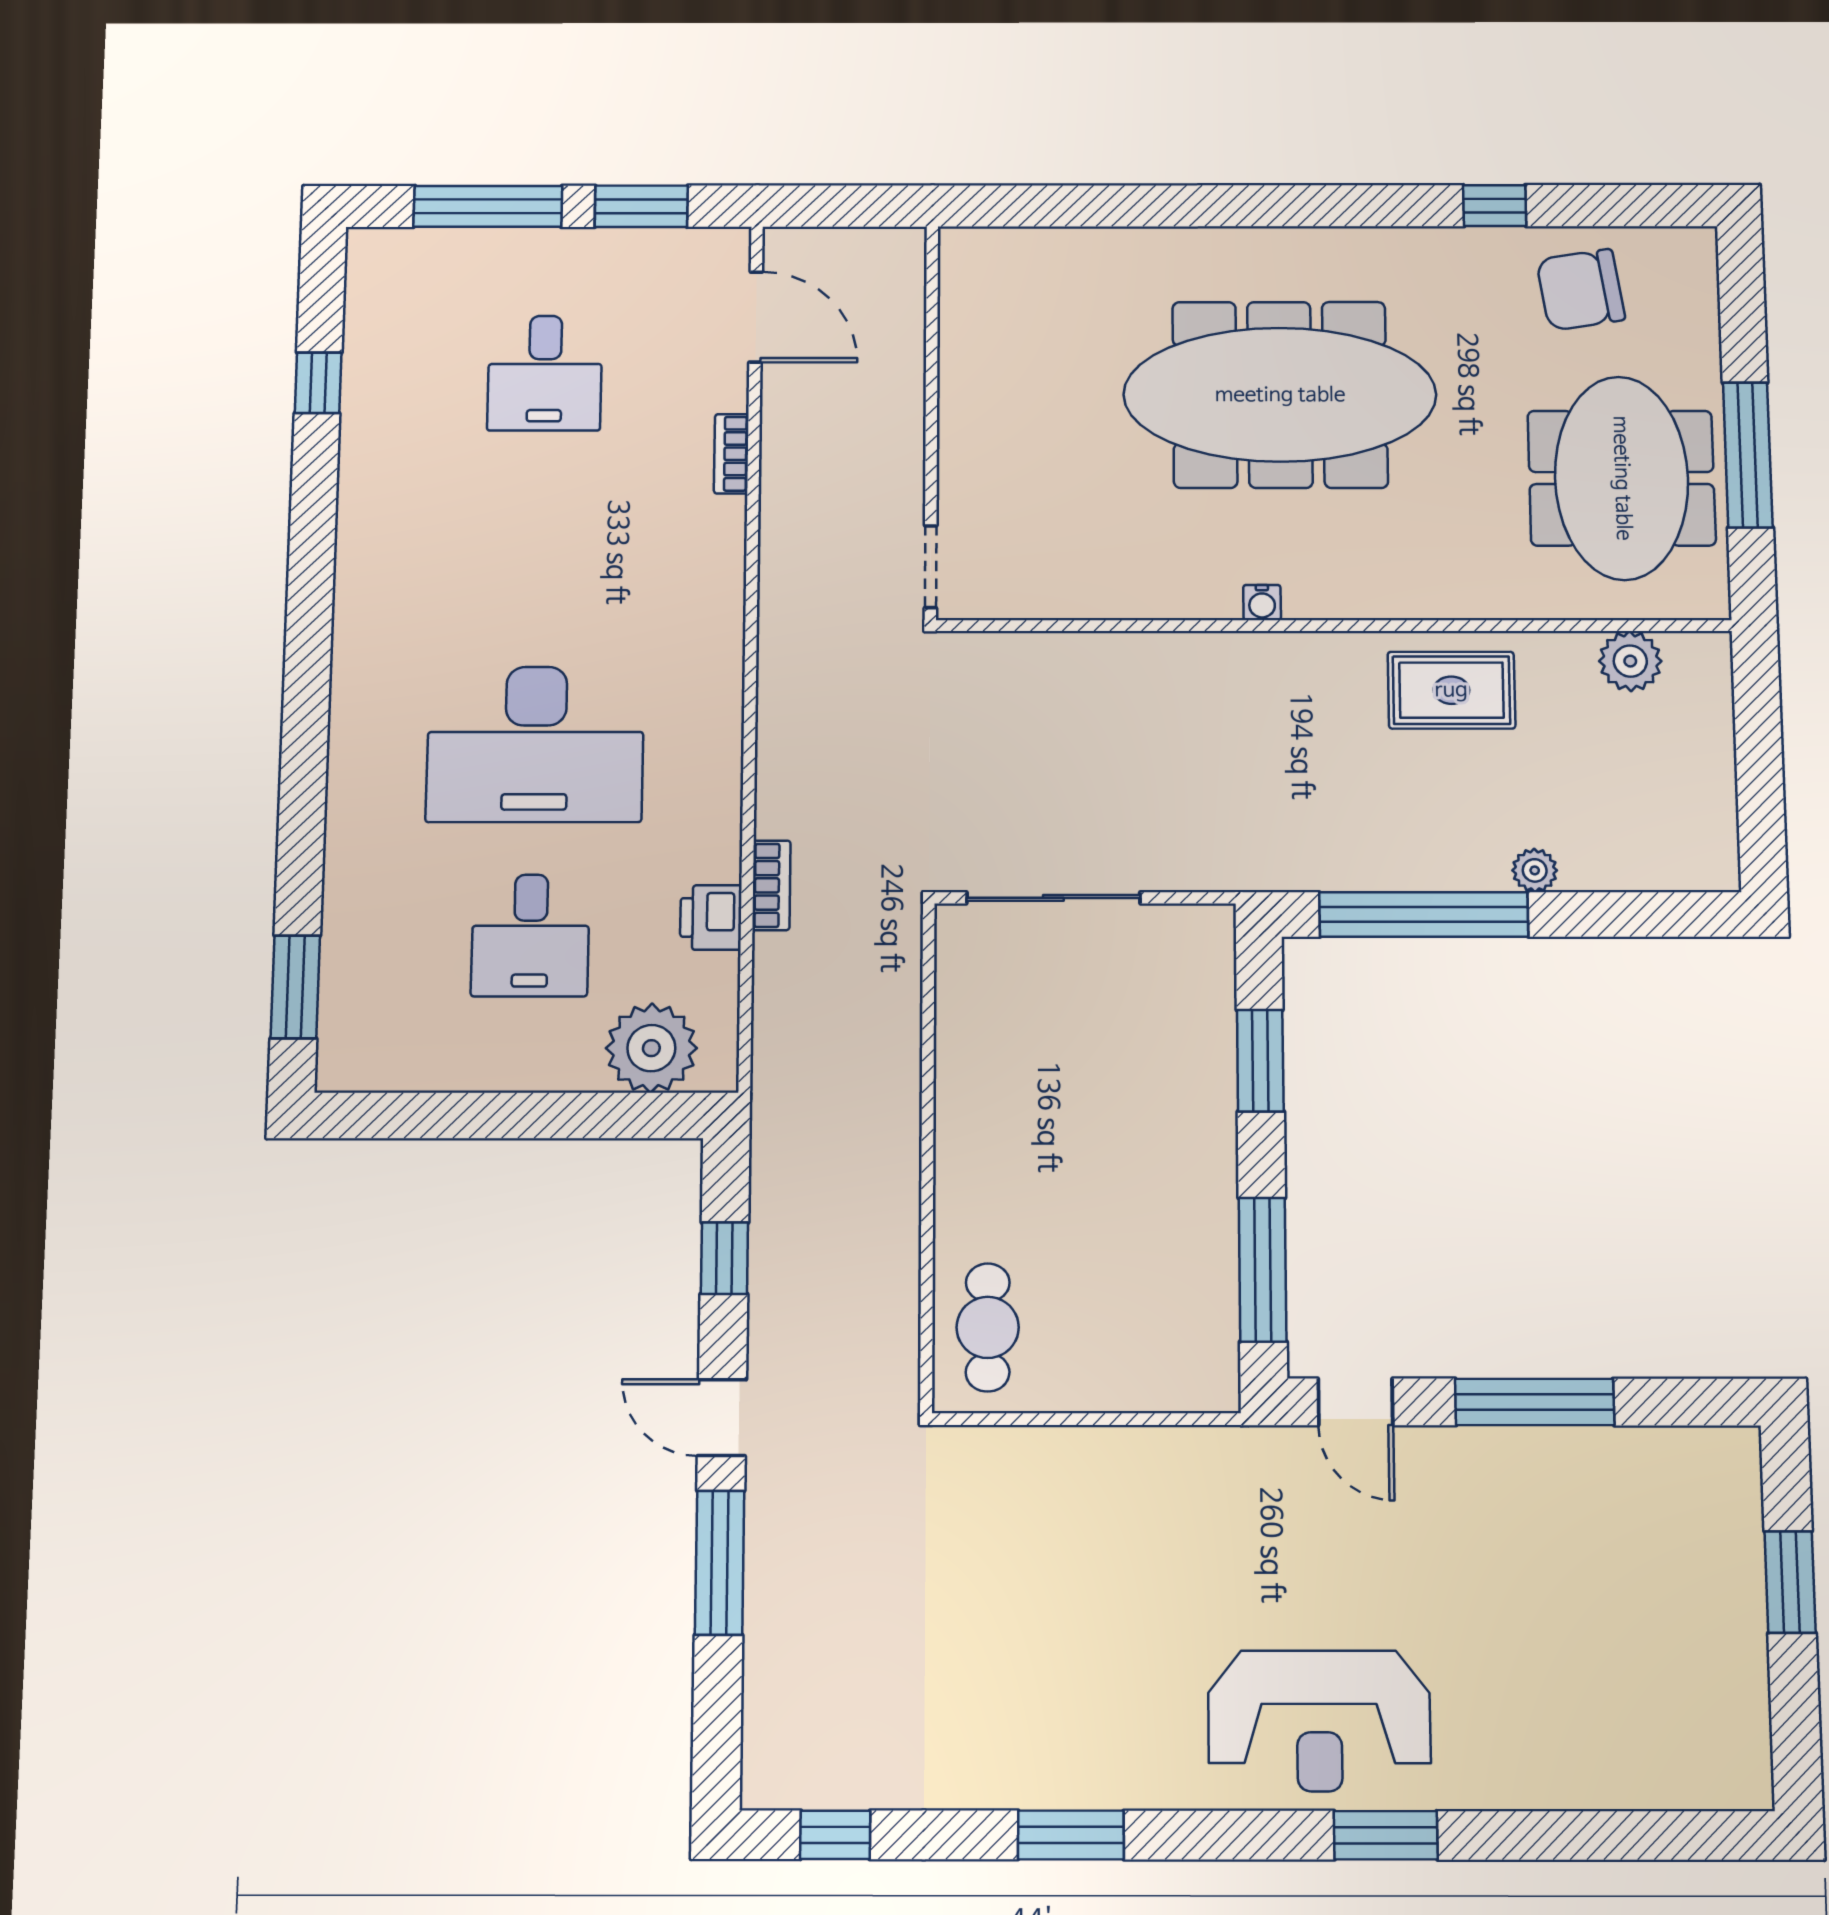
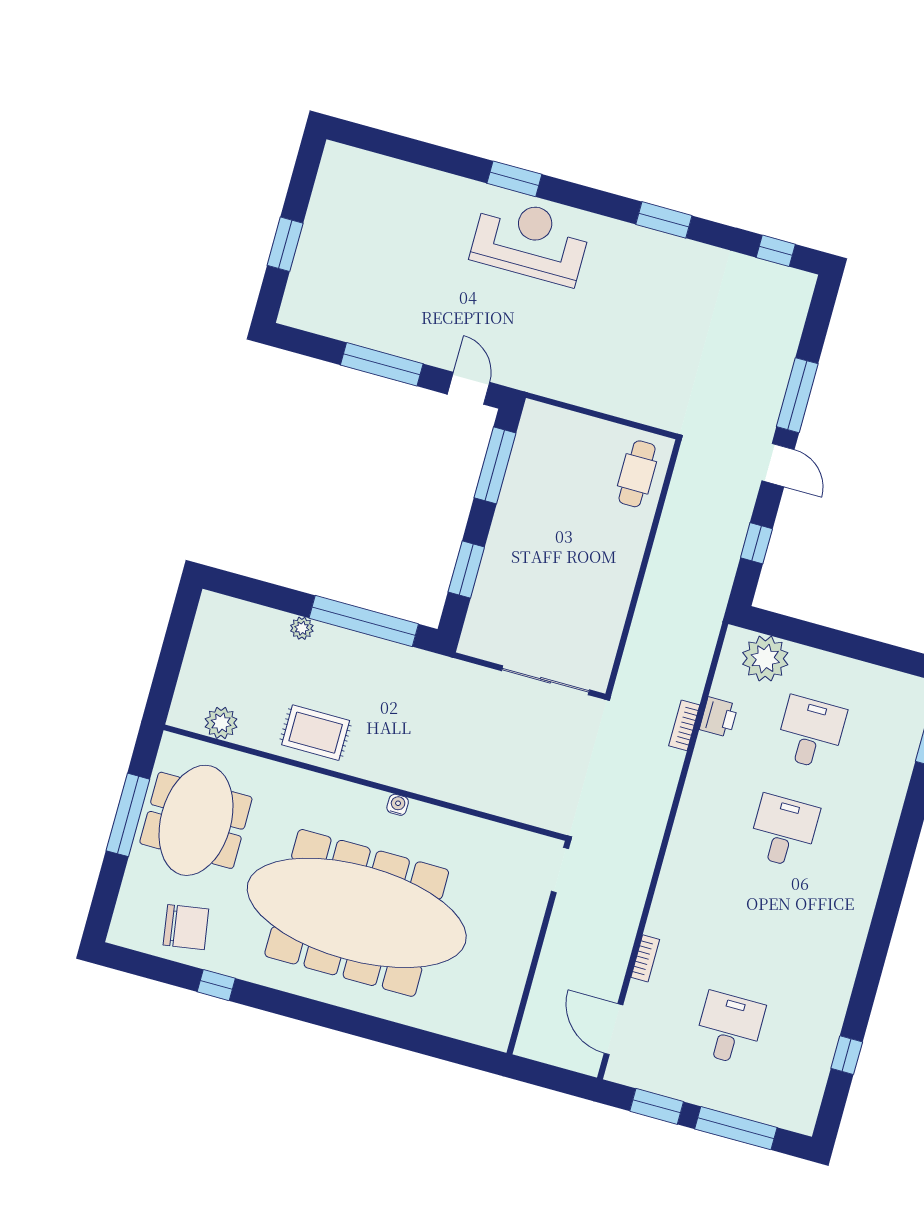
meeting table: (1280, 395) -> (357, 913), width x1.36, depth x1.27
desk: (535, 744) -> (784, 831), width x0.53, depth x0.77

